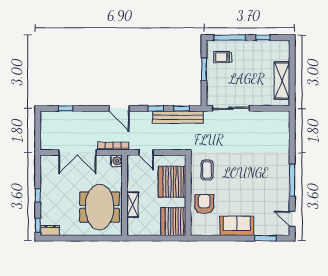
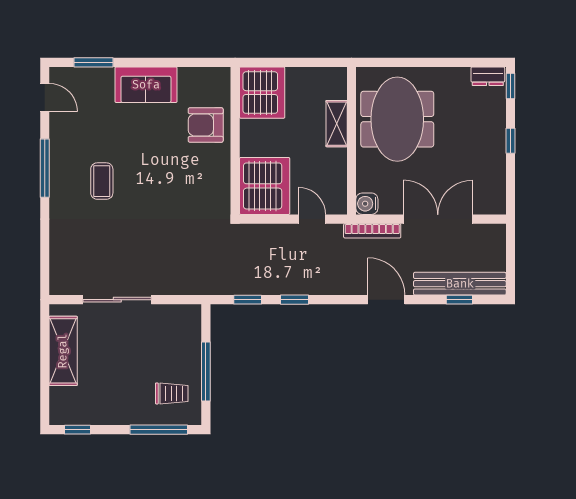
window: (263, 37) -> (77, 430), moved
window: (204, 69) -> (206, 371), width x1.44
door: (119, 108) -> (386, 300), moved
sliding door: (231, 108) -> (117, 300), moved
bench: (178, 117) -> (460, 284), moved
coffee table: (207, 170) -> (102, 181), moved
server rack: (172, 182) -> (265, 186), moved
armchair: (204, 204) -> (206, 125), turned 90

